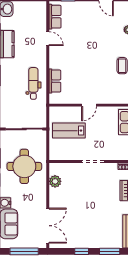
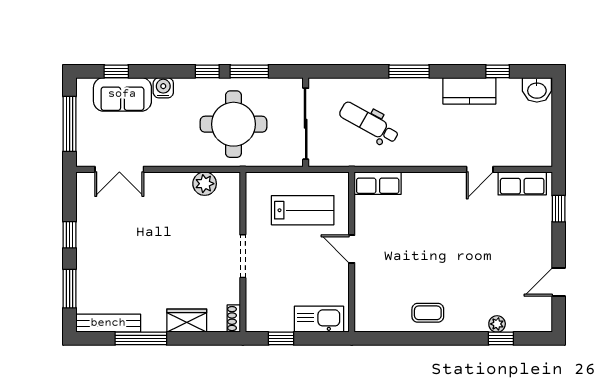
row of seats: (55, 81) -> (378, 183), moved
dental chair: (33, 83) -> (369, 123), moved, turned -151
lab bench: (69, 131) -> (303, 210), turned 90
double door: (48, 226) -> (119, 169), width x0.73

